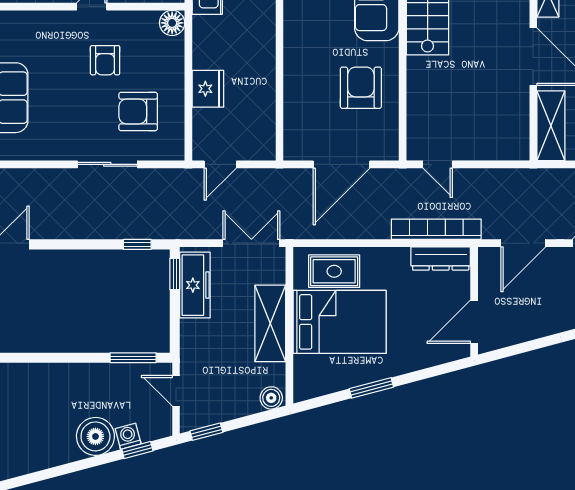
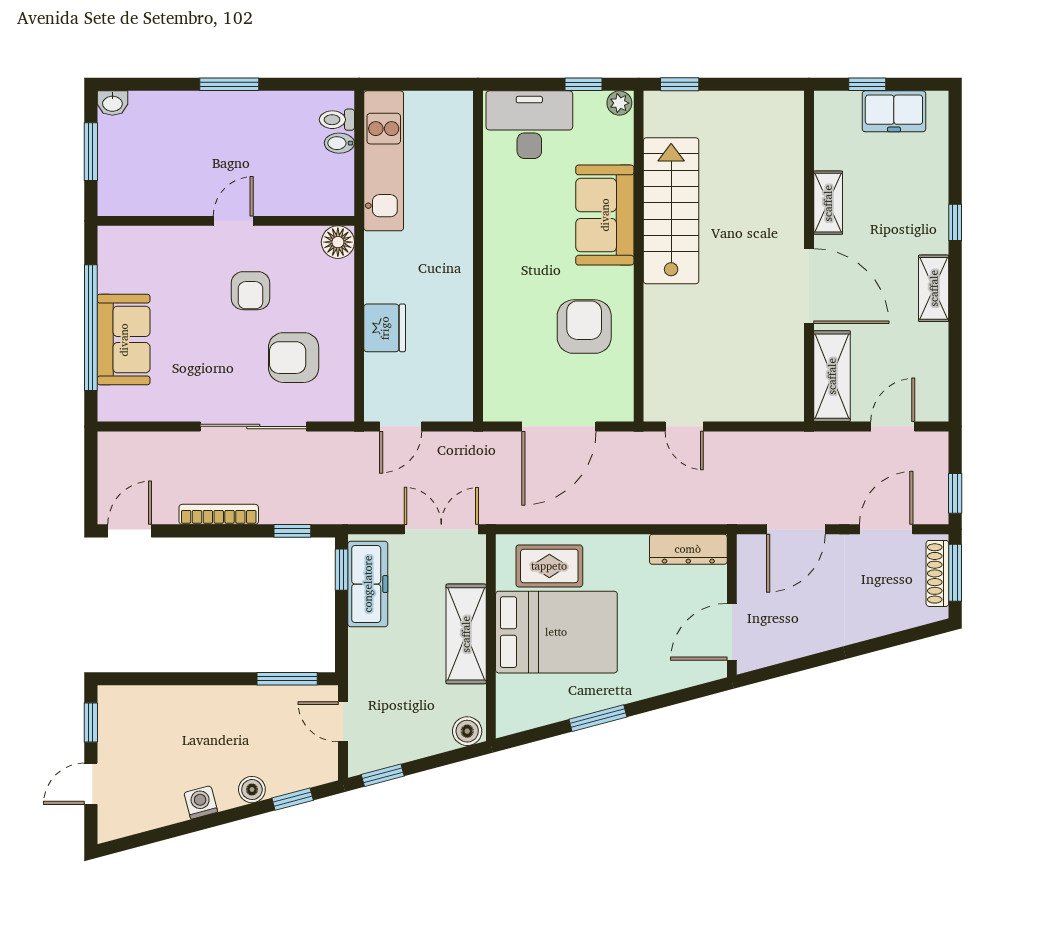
sliding door: (107, 164) -> (253, 426), width x1.37
bookcase: (436, 229) -> (219, 514), moved, width x0.68, depth x0.76
boiler: (95, 436) -> (252, 790), width x0.54, depth x0.54
washing machine: (128, 436) -> (201, 802), moved

